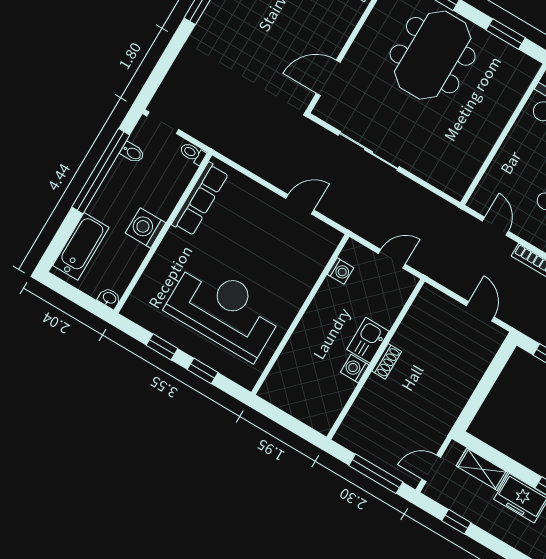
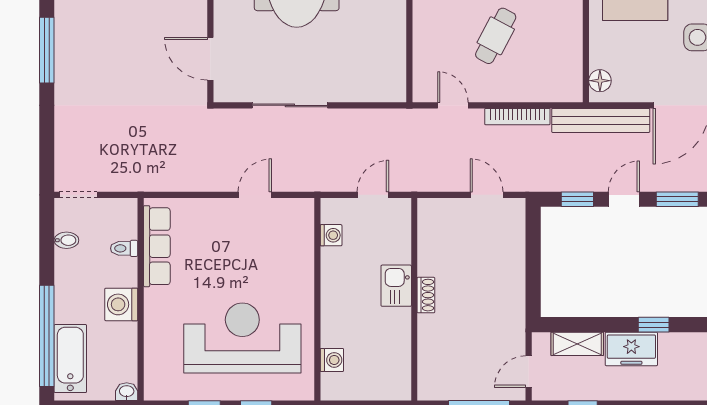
door: (328, 78) -> (210, 59), hinge flipped
toilet: (193, 153) -> (124, 248), moved
window: (101, 171) -> (47, 336), moved
washing machine: (355, 369) -> (332, 360), moved, turned 180

